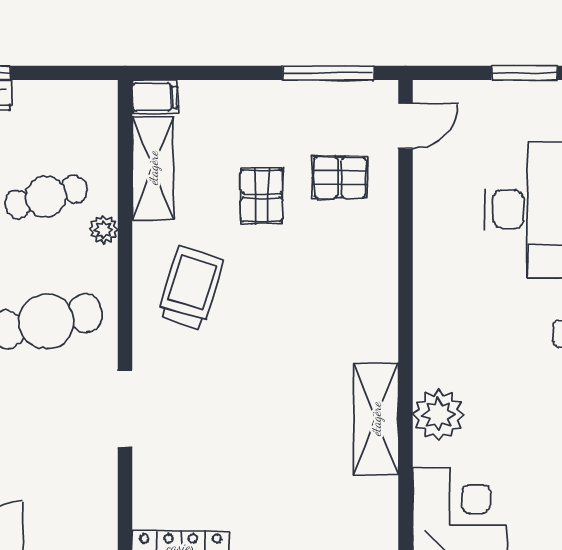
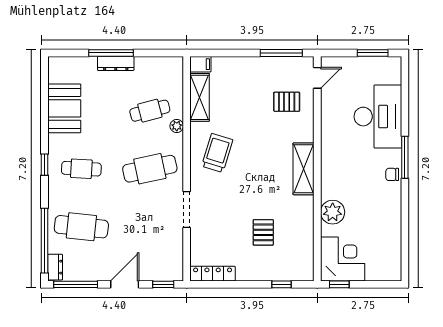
pallet: (262, 196) -> (263, 232), moved
shelving: (376, 419) -> (304, 169), moved

